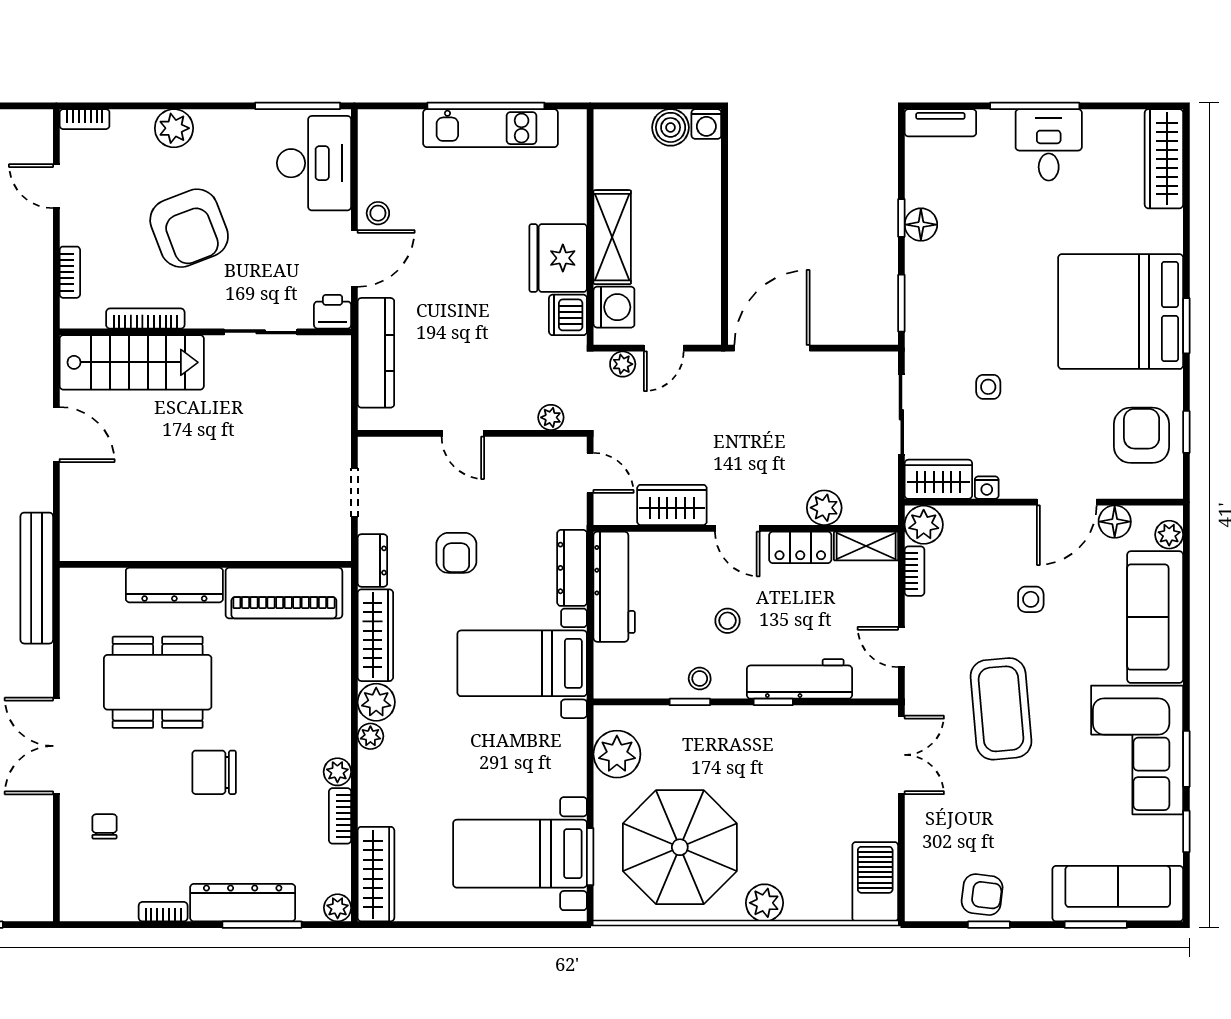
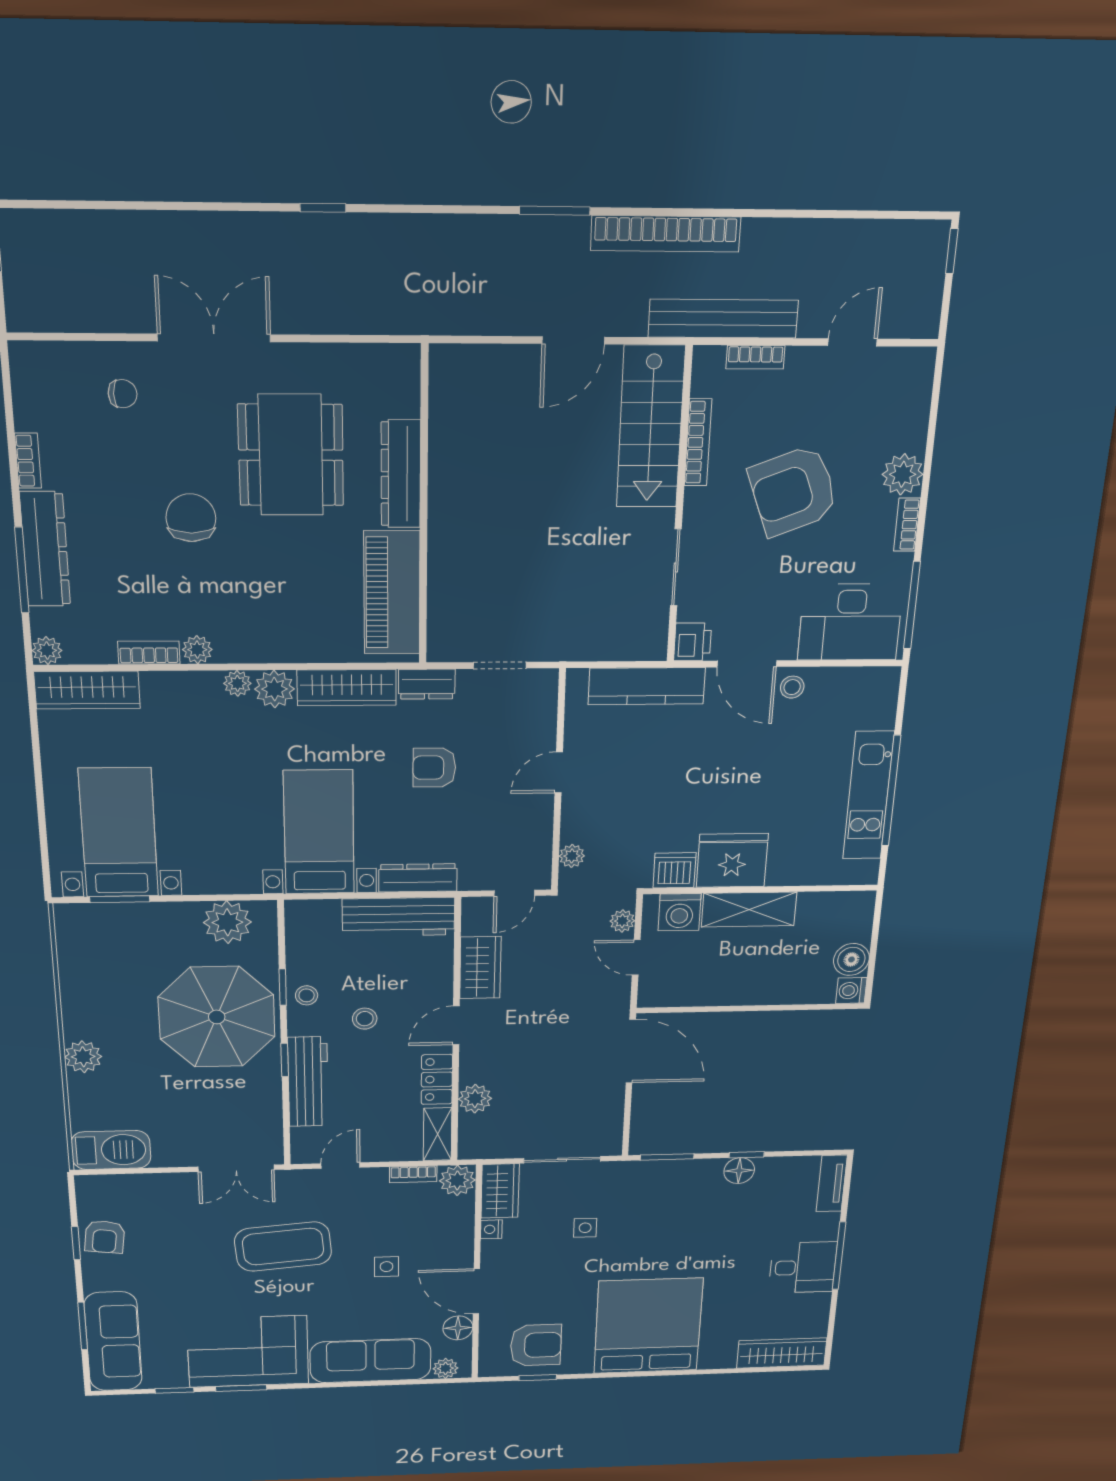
bookcase: (85, 119) -> (907, 525), moved
window: (1186, 326) -> (632, 1374), removed
bench: (37, 578) -> (723, 319), moved
parasol: (680, 847) -> (217, 1017), moved

